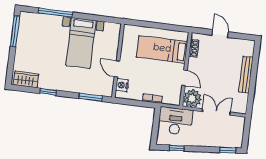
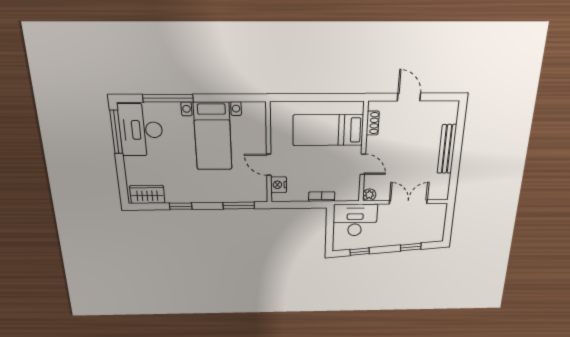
desk: (32, 32) -> (141, 130), added
plant: (192, 98) -> (369, 195), width x0.53, depth x0.53
window: (228, 150) -> (411, 247), moved

